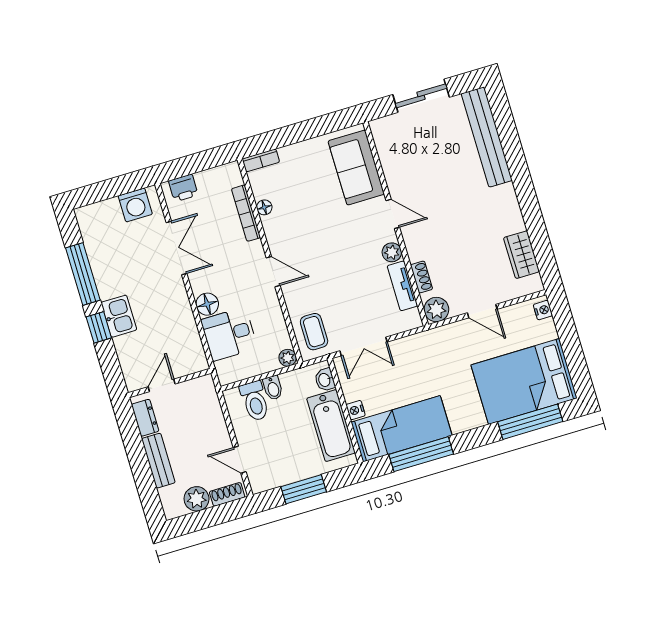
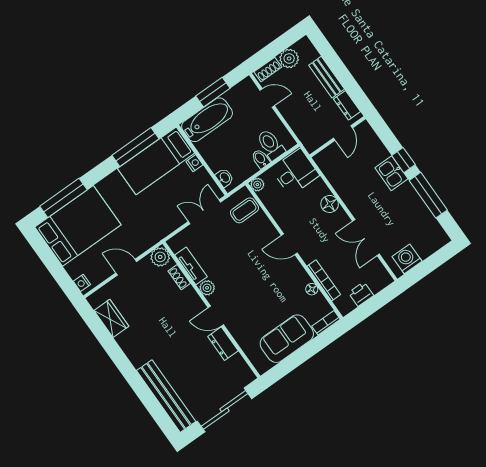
sliding door: (421, 96) -> (224, 410), width x1.37
sofa: (356, 168) -> (287, 339), moved, turned -90
dresser: (395, 178) -> (223, 344), added
printer: (183, 188) -> (361, 294), moved
coffee table: (314, 332) -> (244, 210), turned 90
desk: (229, 334) -> (295, 172), moved
bathtub: (331, 426) -> (207, 120), moved, turned 90

